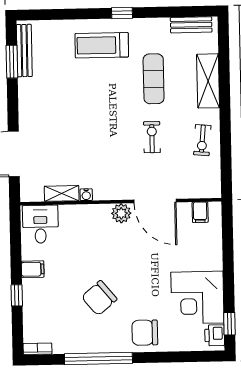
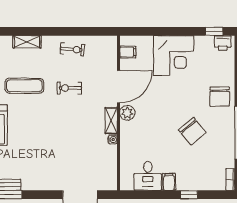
shelving: (208, 81) -> (27, 42), width x0.67, depth x0.75
shelving: (62, 193) -> (111, 121), moved
desk: (40, 224) -> (148, 176), moved, turned -90
corner desk: (197, 298) -> (174, 56), moved

